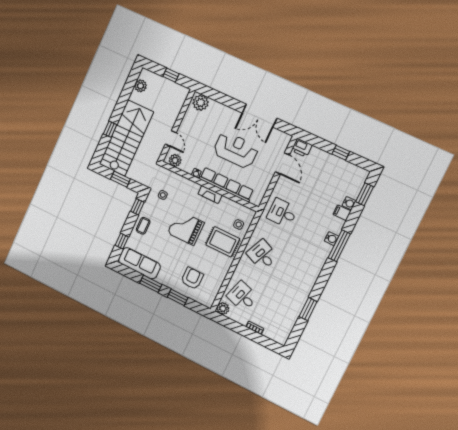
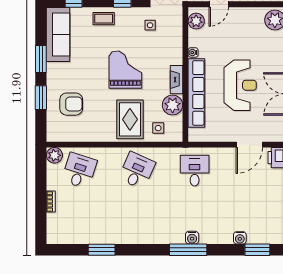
plant: (227, 206) -> (173, 105), added
filing cabinet: (342, 213) -> (226, 235), removed

